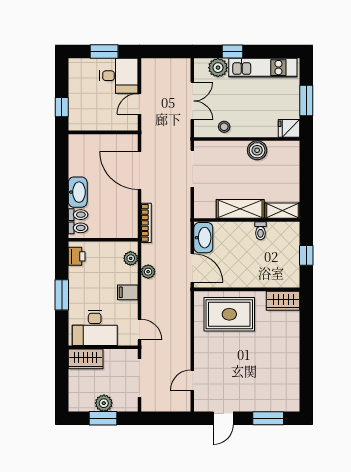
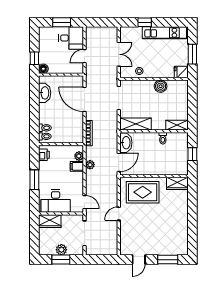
plant: (218, 68) -> (135, 33), removed
floor lamp: (76, 123) -> (43, 69), added
washbasin: (78, 192) -> (45, 93), moved
shelving: (240, 209) -> (136, 124), moved
door: (192, 268) -> (119, 162), hinge flipped
filing cabinet: (128, 292) -> (77, 166), moved
door: (192, 380) -> (119, 214), moved

